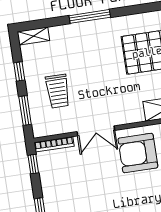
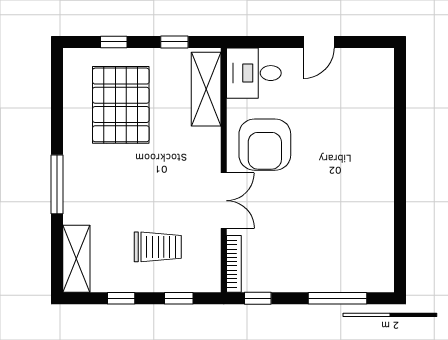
shelving: (33, 36) -> (76, 259), width x1.50, depth x1.33
window: (25, 111) -> (179, 298), width x0.67

